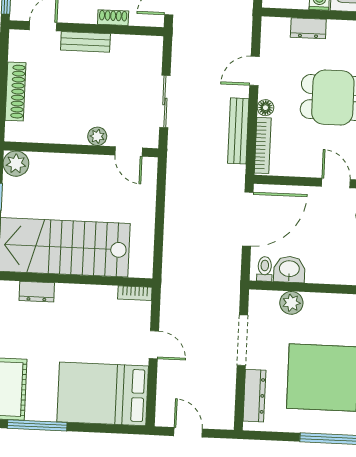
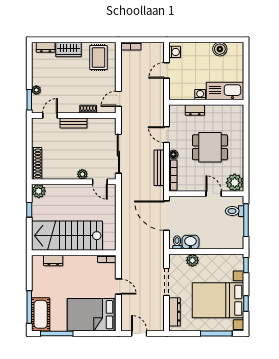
door: (255, 71) -> (167, 135), hinge flipped
shoe rack: (15, 91) -> (37, 163), moved
sliding door: (165, 102) -> (118, 154), width x1.37
door: (248, 219) -> (167, 216), swing flipped

